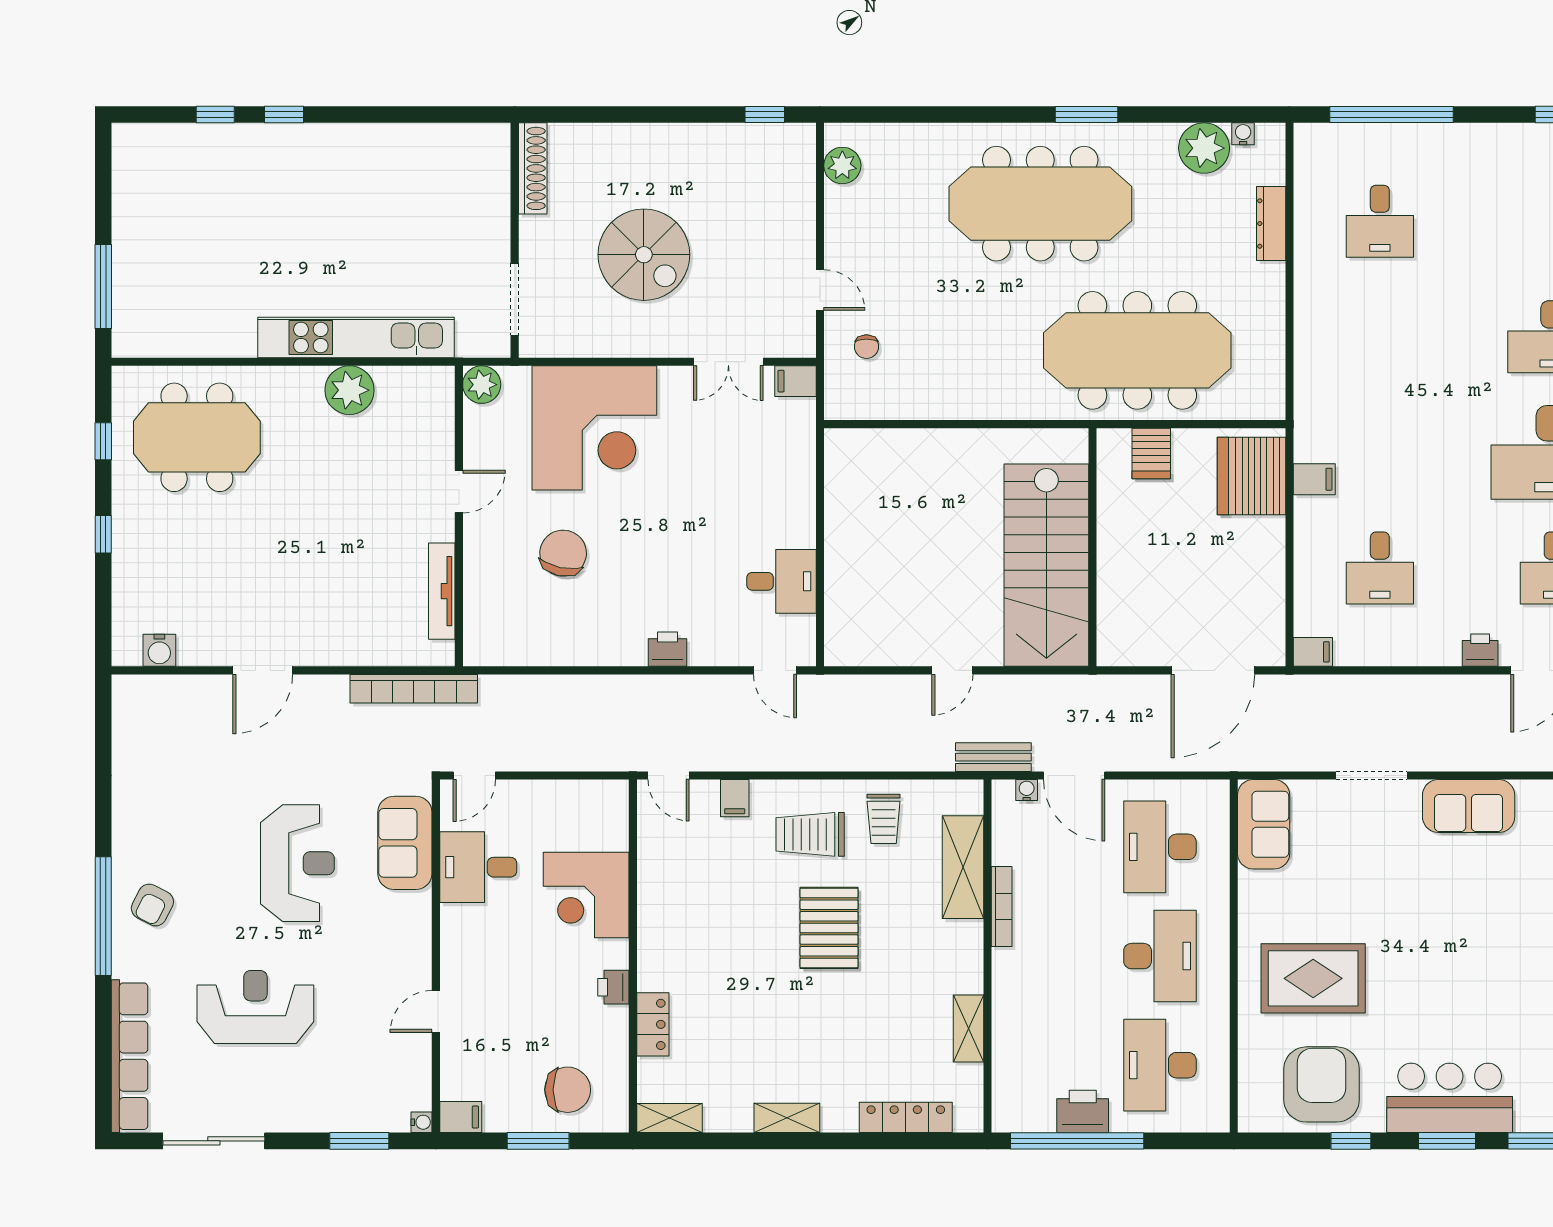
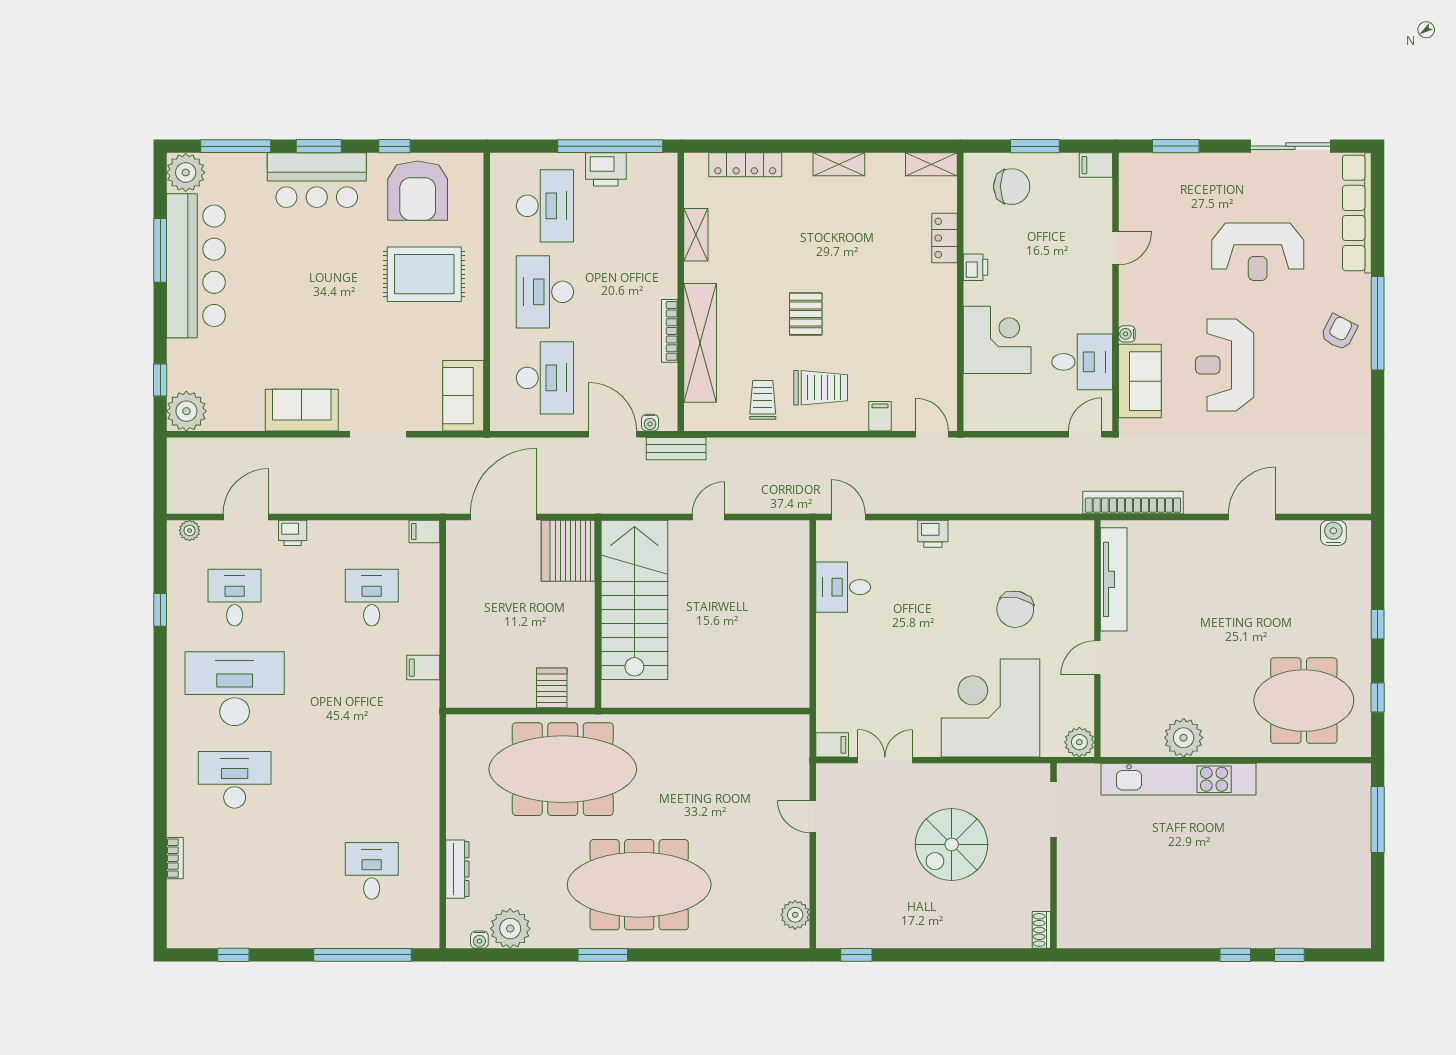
shoe rack: (533, 168) -> (1041, 930), width x0.51, depth x0.81
spiral stairs: (644, 255) -> (952, 844), turned -90
chair: (866, 347) -> (776, 772), removed
server rack: (1251, 476) -> (568, 551), moved, turned 180
tv unit: (442, 591) -> (1114, 579), width x1.36, depth x1.29
shelving: (963, 867) -> (700, 343), width x1.47
pallet: (829, 928) -> (806, 314), width x0.67, depth x0.71
chair: (568, 1090) -> (1012, 187), turned 180
water cooler: (421, 1122) -> (1127, 334), moved

